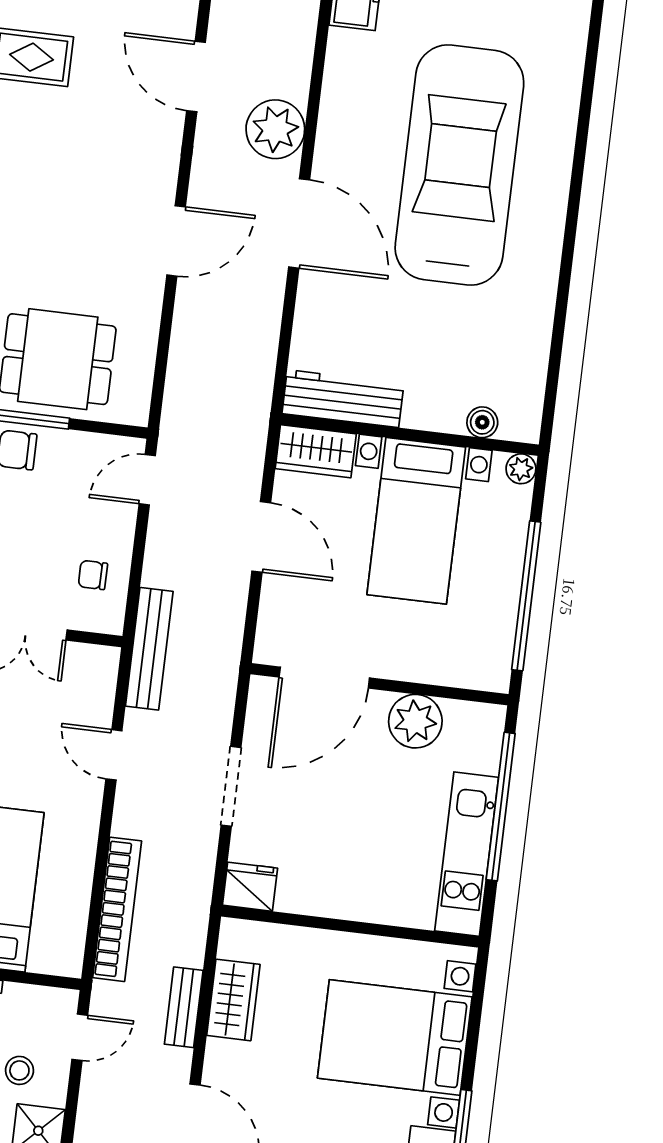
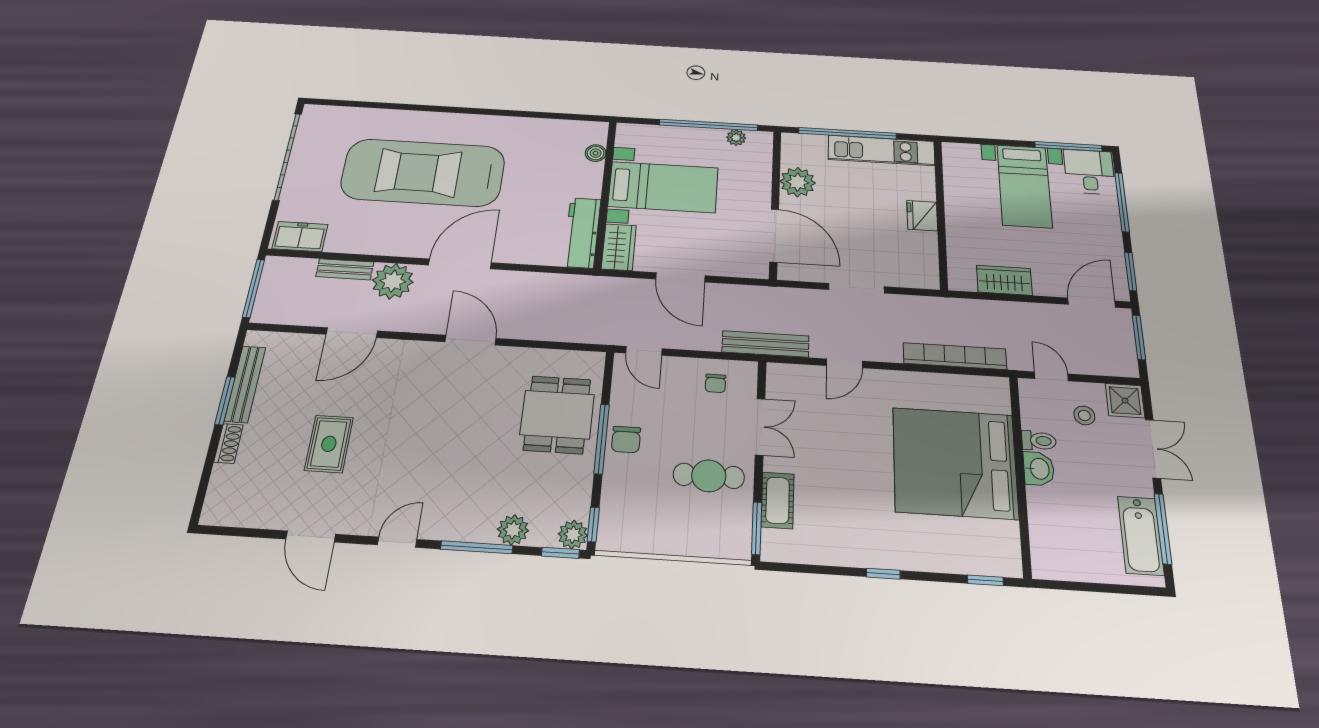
plant: (521, 469) -> (736, 138), moved
door: (261, 537) -> (680, 277), swing flipped
fridge: (250, 887) -> (922, 216), moved
bench: (184, 1007) -> (345, 269), moved
bed with nightstands: (395, 1037) -> (1024, 186), width x0.73

